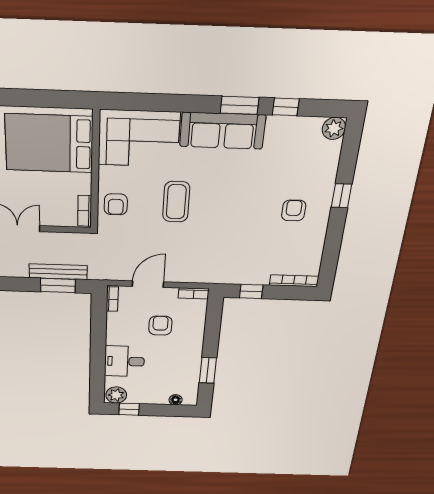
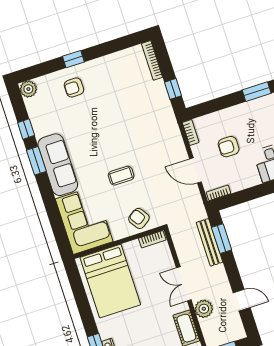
coffee table: (176, 202) -> (121, 176), width x0.73, depth x0.77
armchair: (116, 204) -> (139, 218), turned -124
armchair: (294, 210) -> (74, 88), moved

